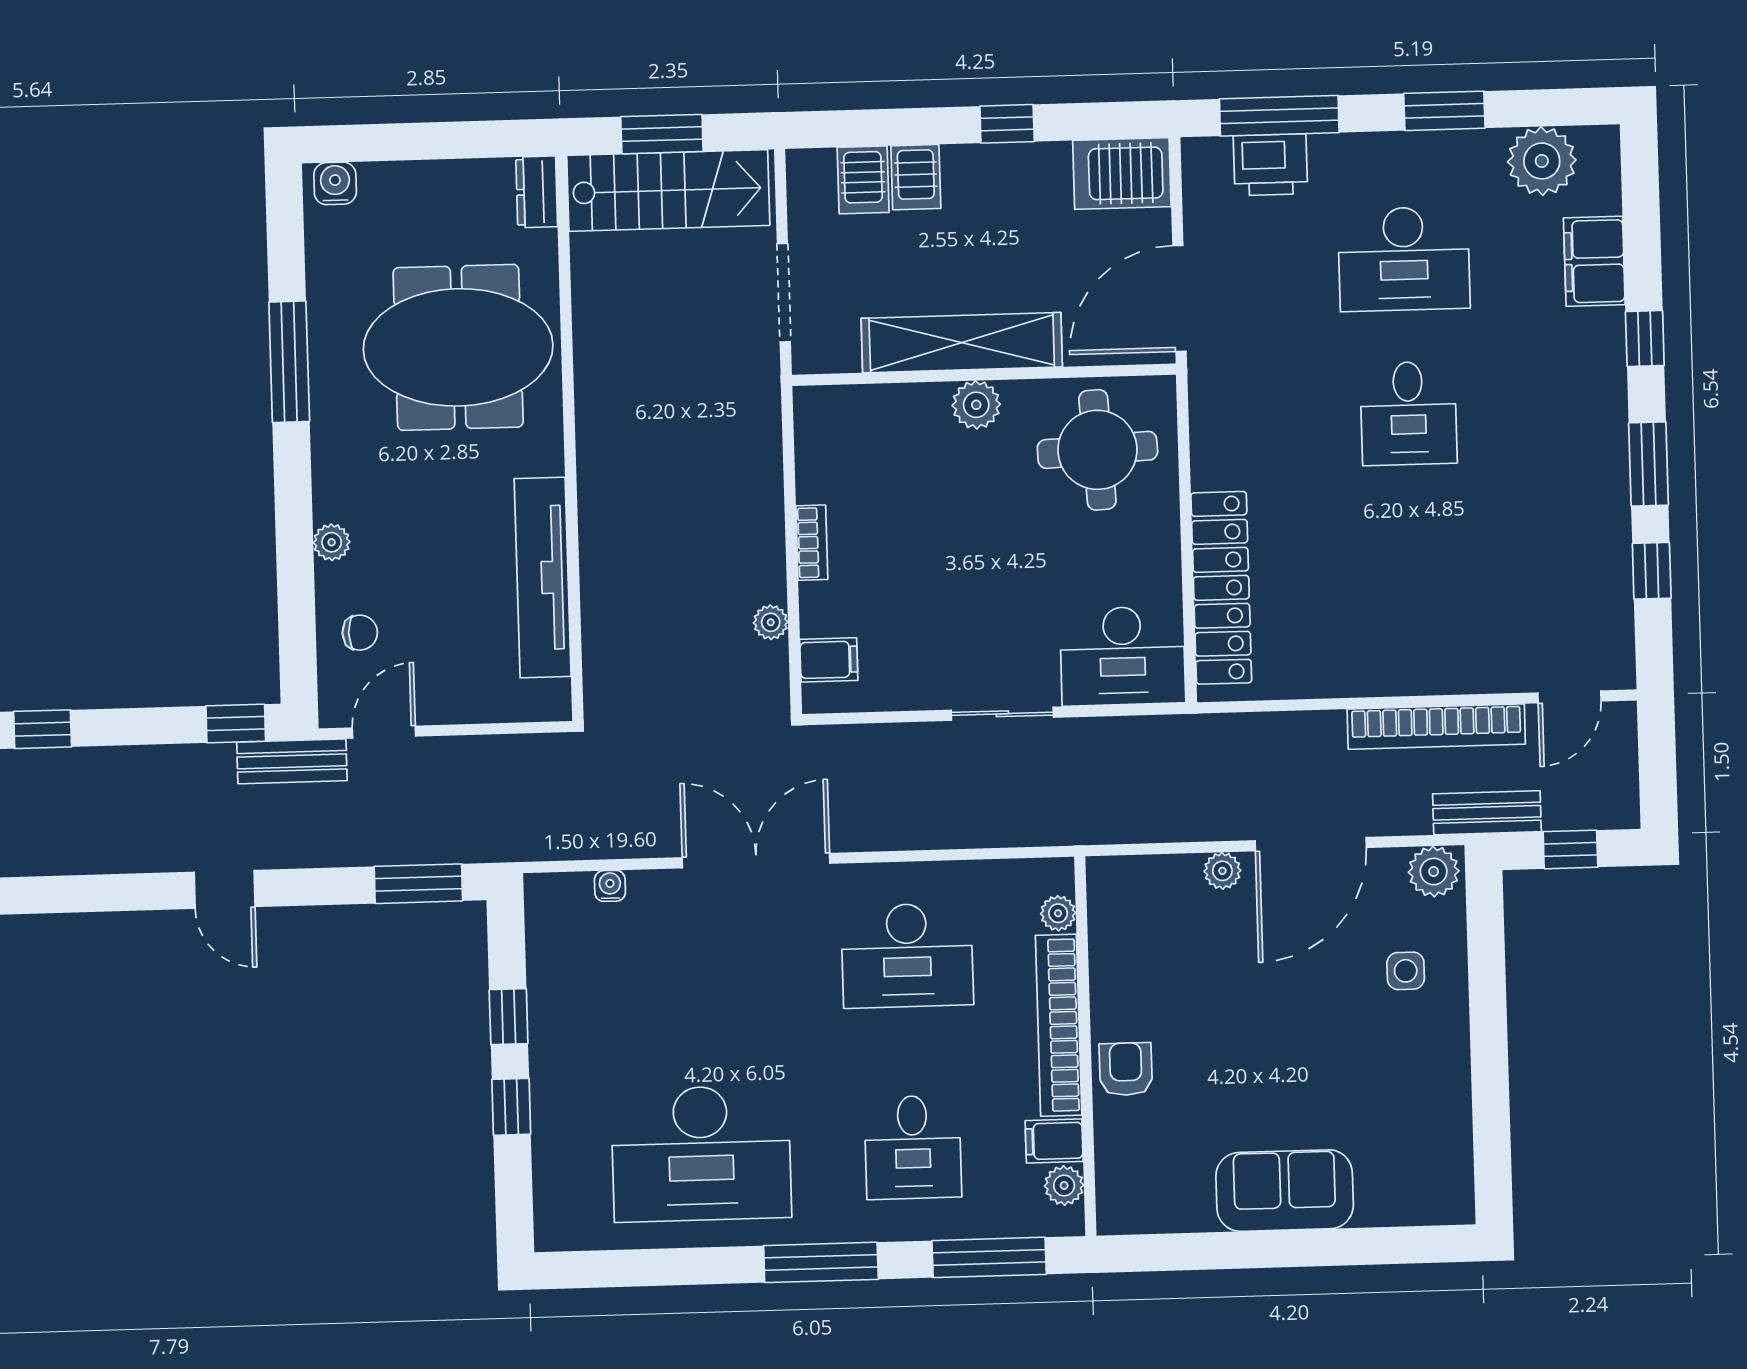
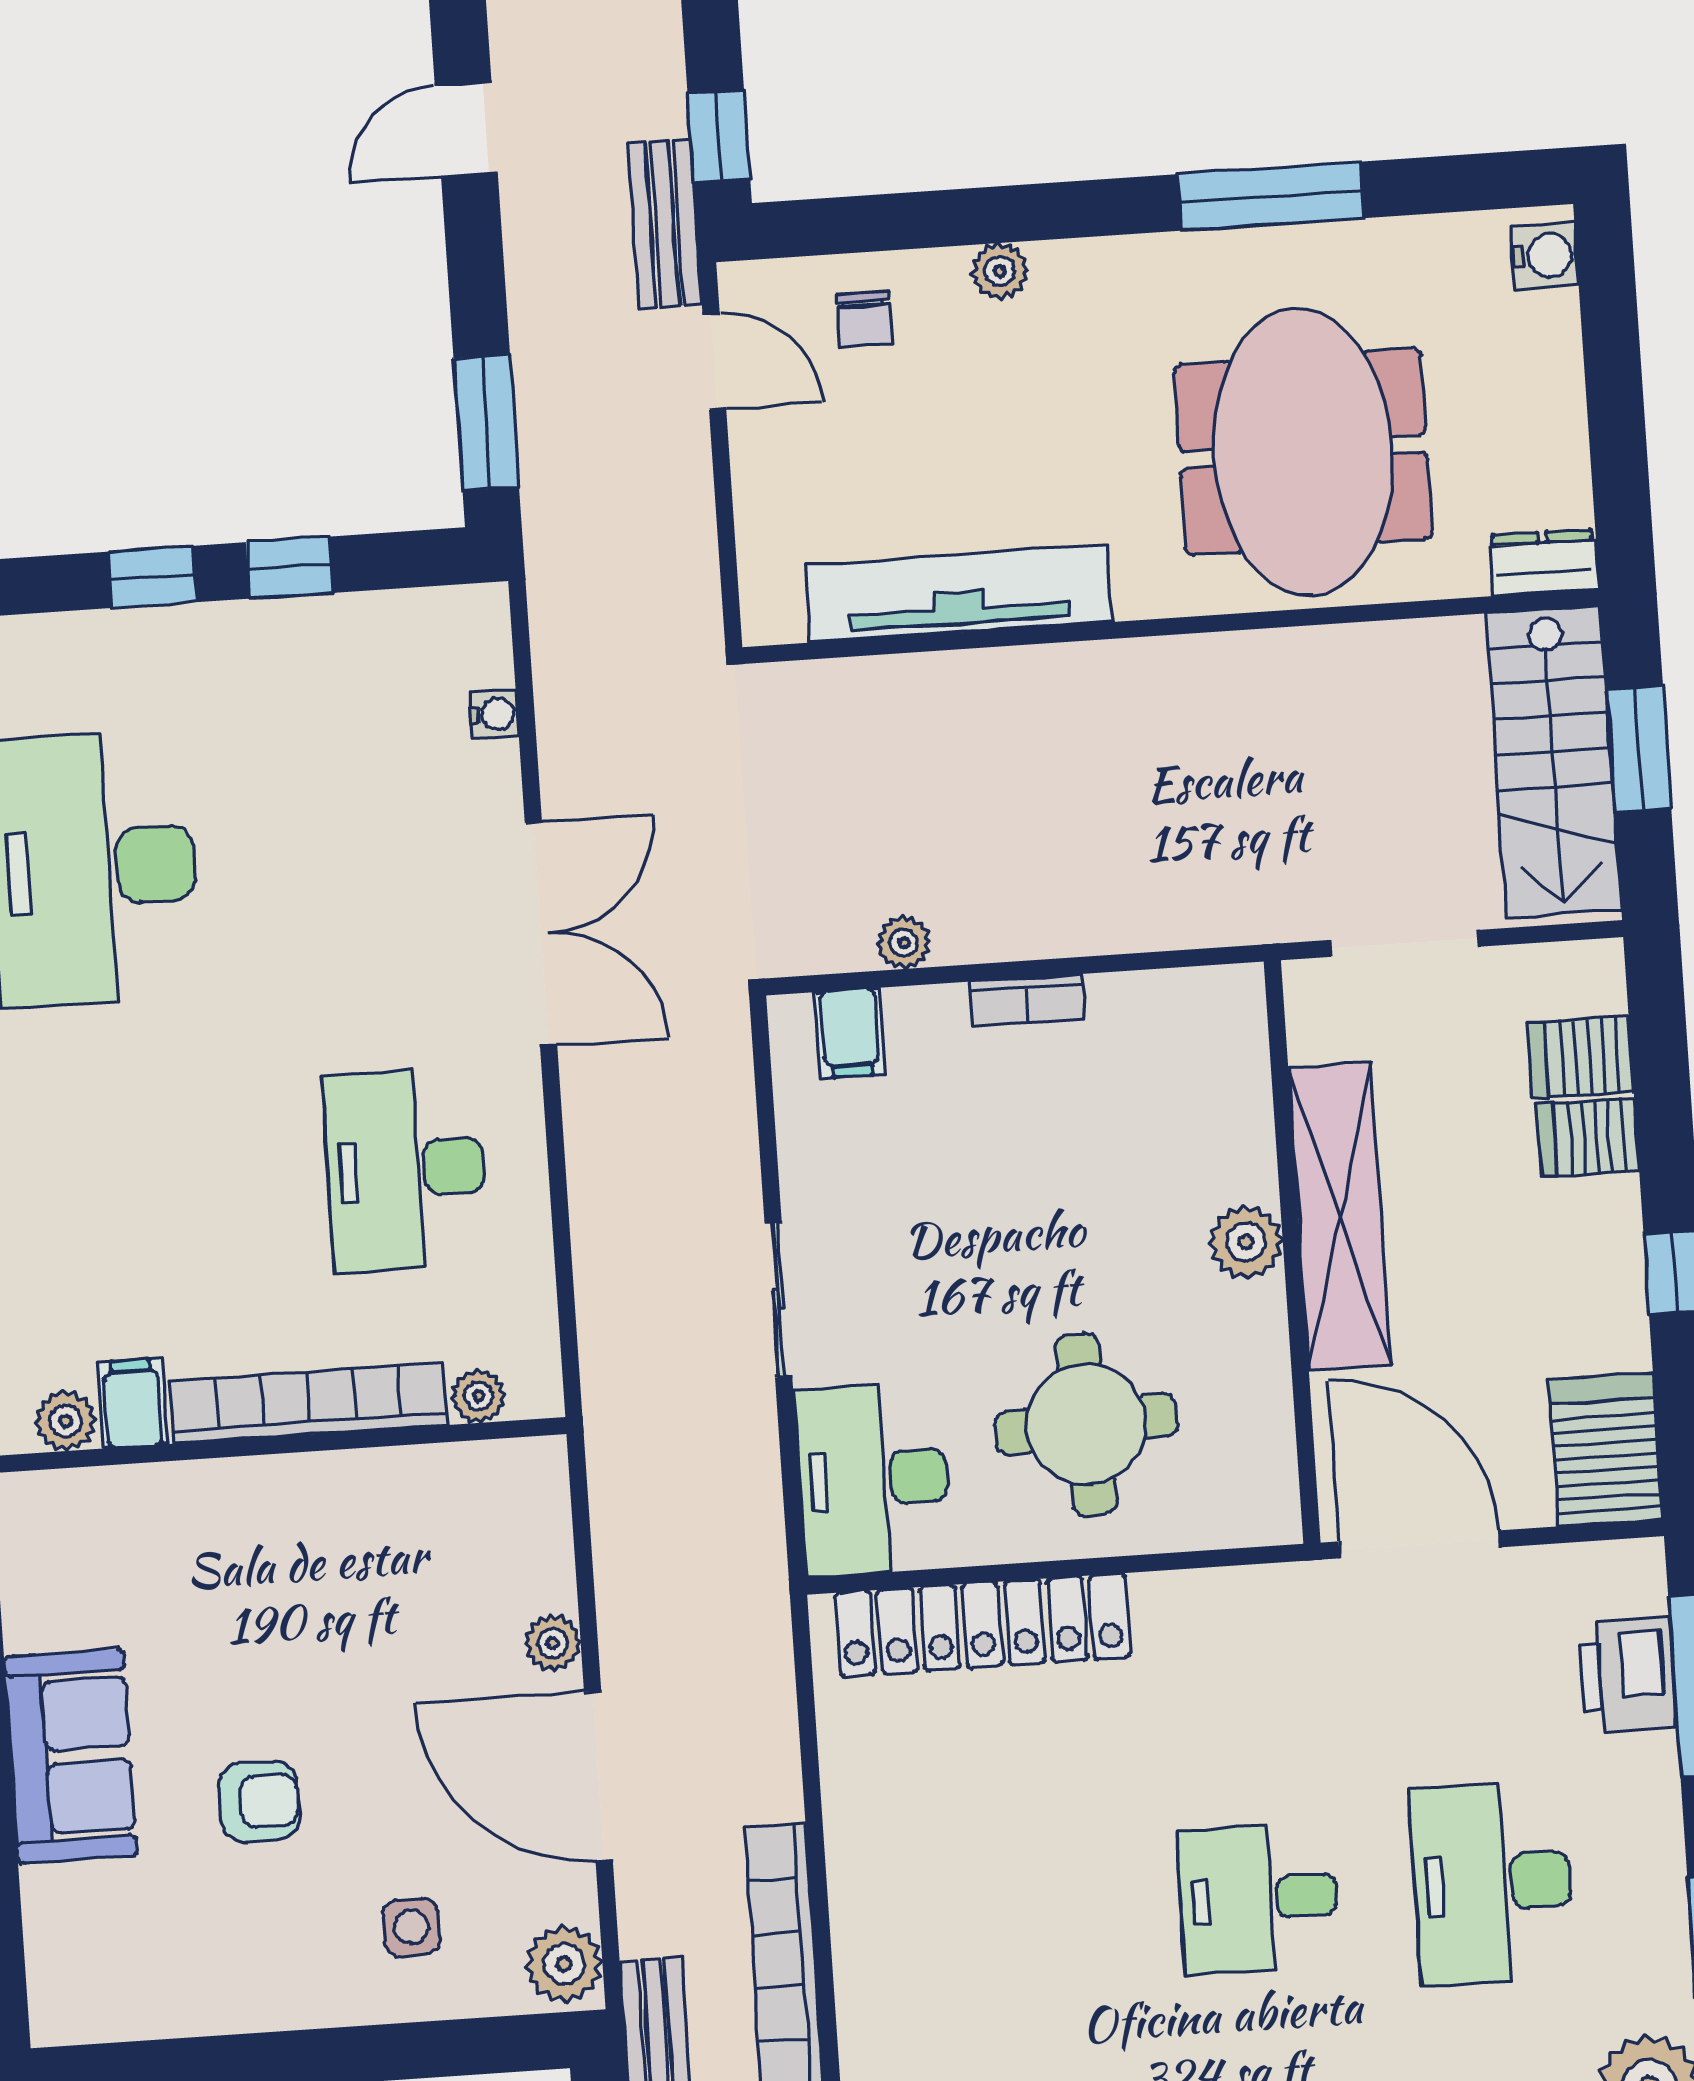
round table: (1097, 450) -> (1086, 1424), moved
armchair: (1126, 1069) -> (259, 1802), moved
desk: (913, 1147) -> (115, 1189), removed

